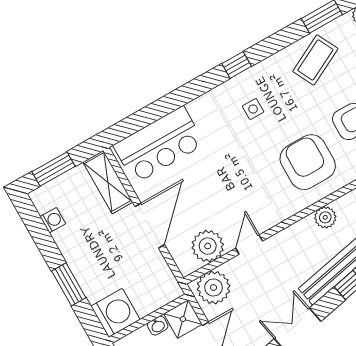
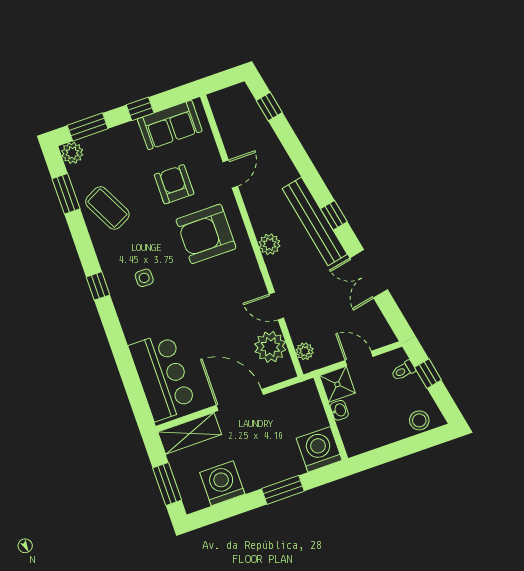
plant: (325, 217) -> (270, 244), moved
washing machine: (53, 220) -> (222, 483), width x1.89, depth x1.89
plant: (214, 288) -> (305, 351), width x0.53, depth x0.53

